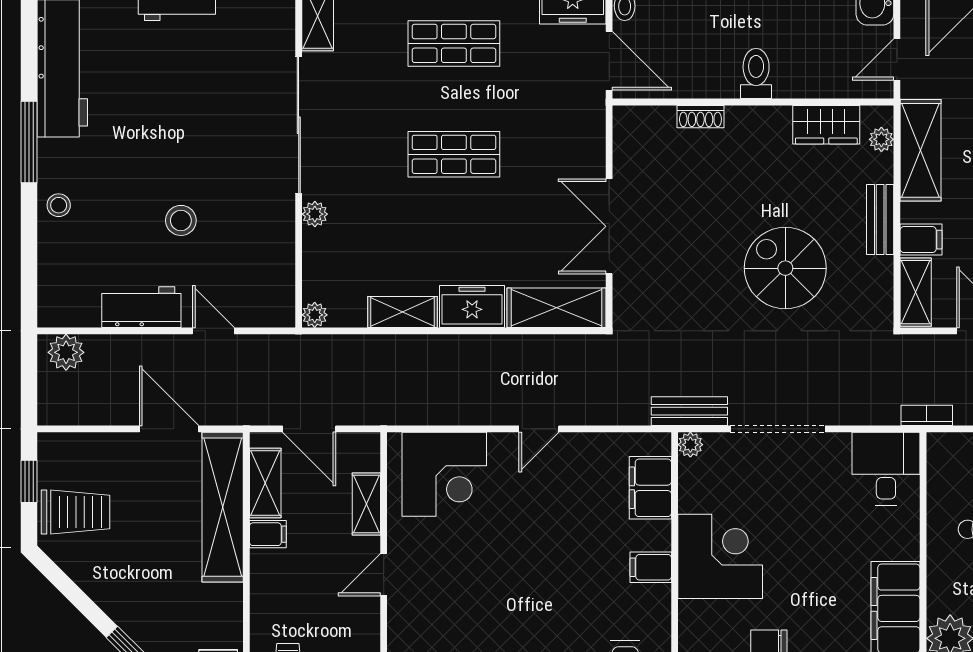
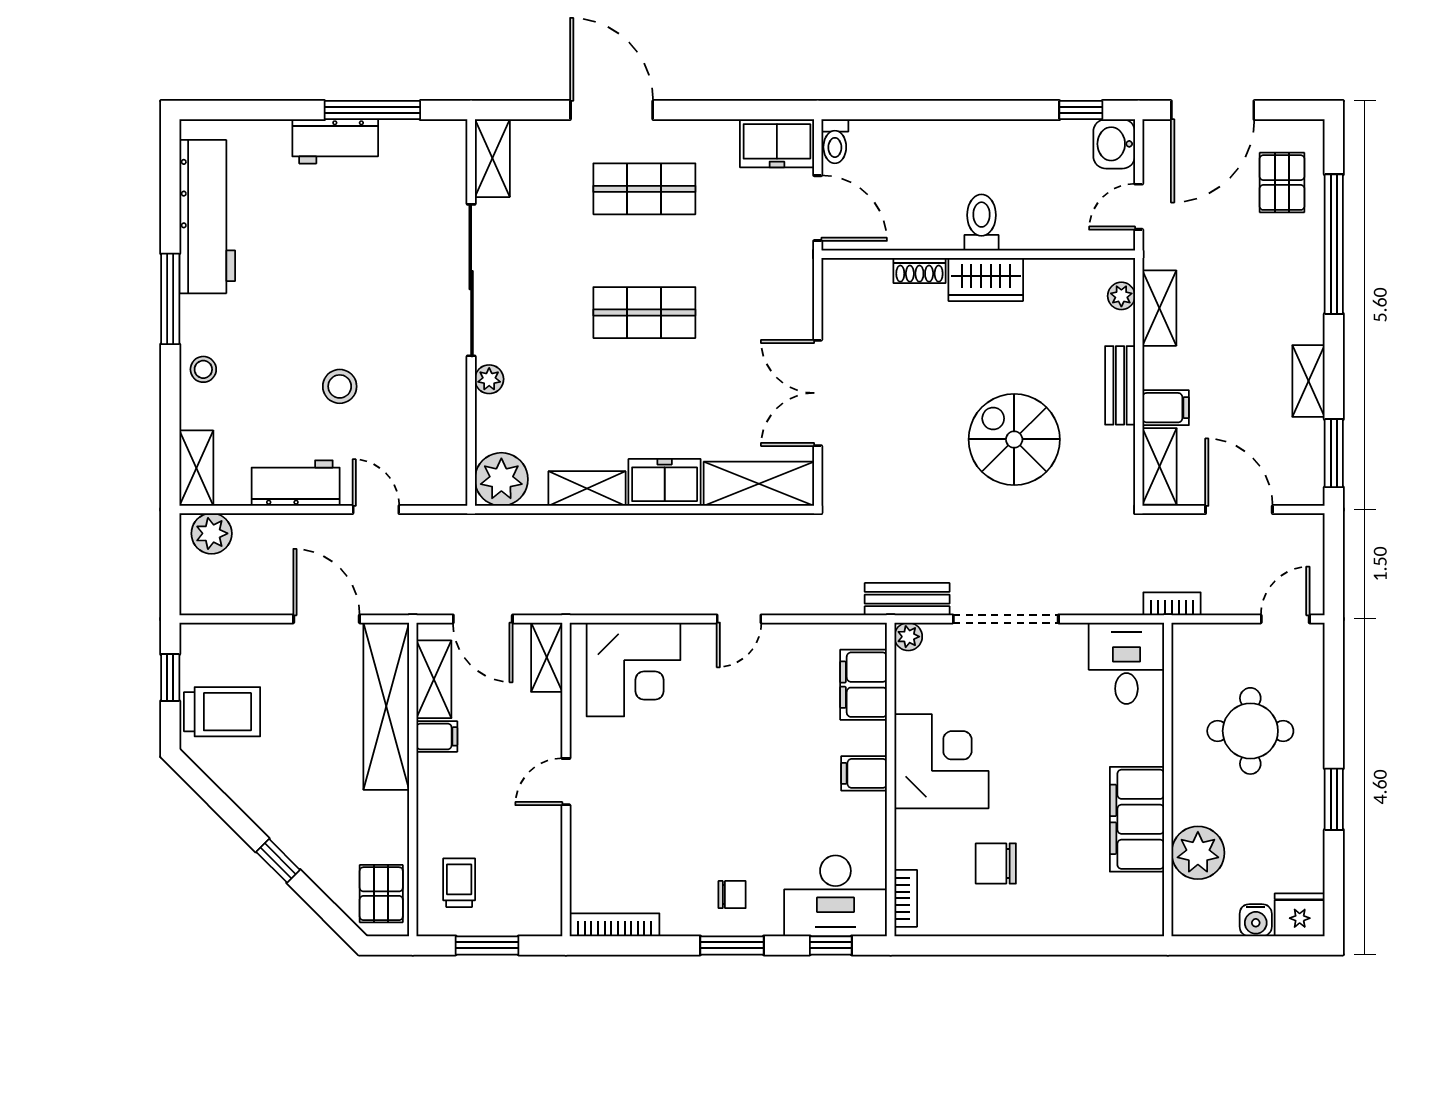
wardrobe: (826, 125) -> (986, 279), moved
shelving: (920, 150) -> (1159, 308), width x0.67, depth x0.75
shelving: (52, 294) -> (196, 468), added
plant: (315, 315) -> (501, 479), width x1.88, depth x1.88
shelving: (366, 504) -> (547, 657), moved

